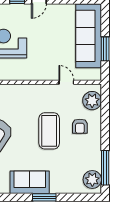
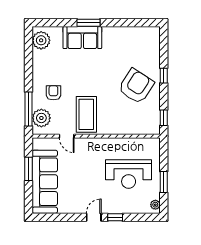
coffee table: (49, 131) -> (86, 114), moved
window: (105, 168) -> (28, 109), moved
sofa: (30, 182) -> (82, 38), moved

